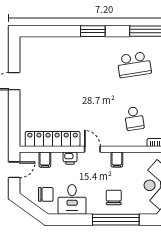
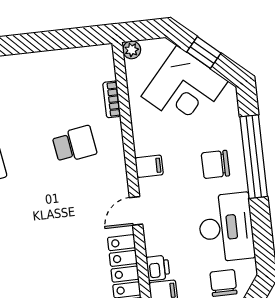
printer: (70, 158) -> (158, 268), moved
desk: (72, 199) -> (226, 227), width x1.37

